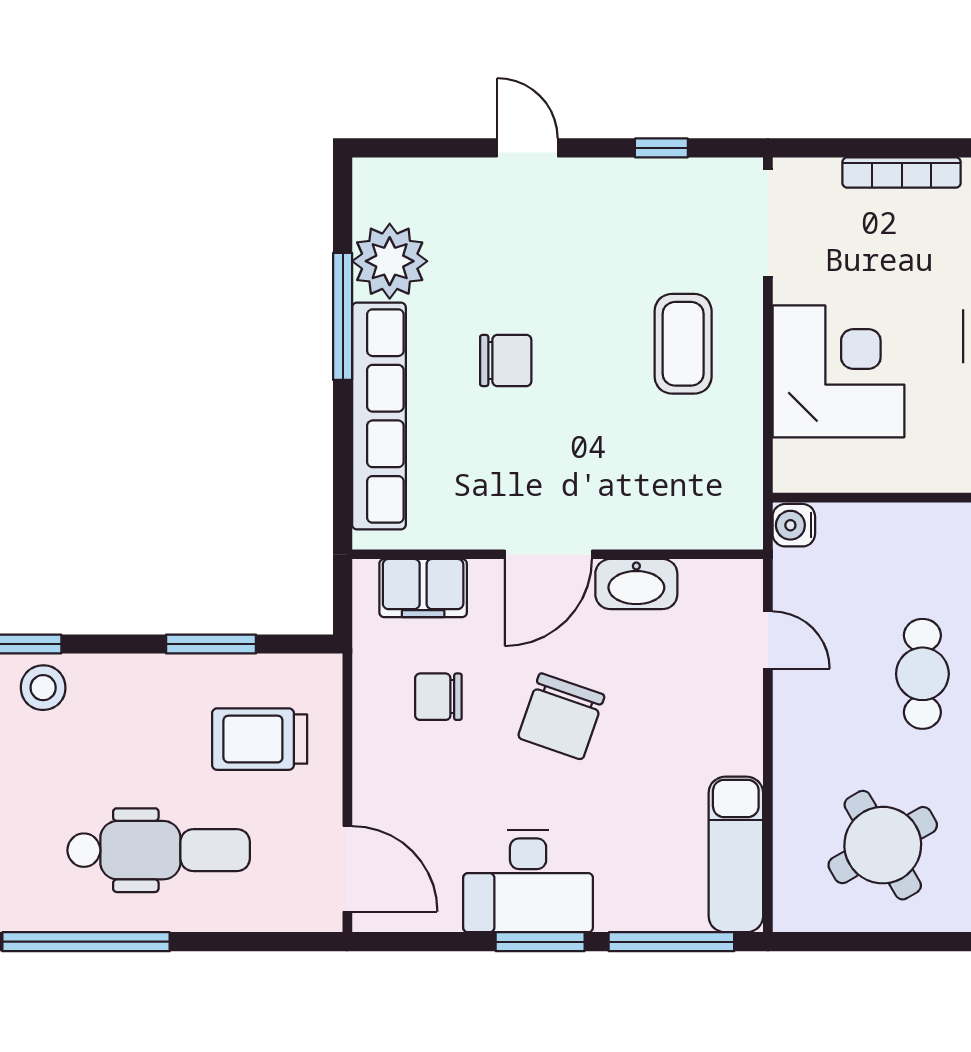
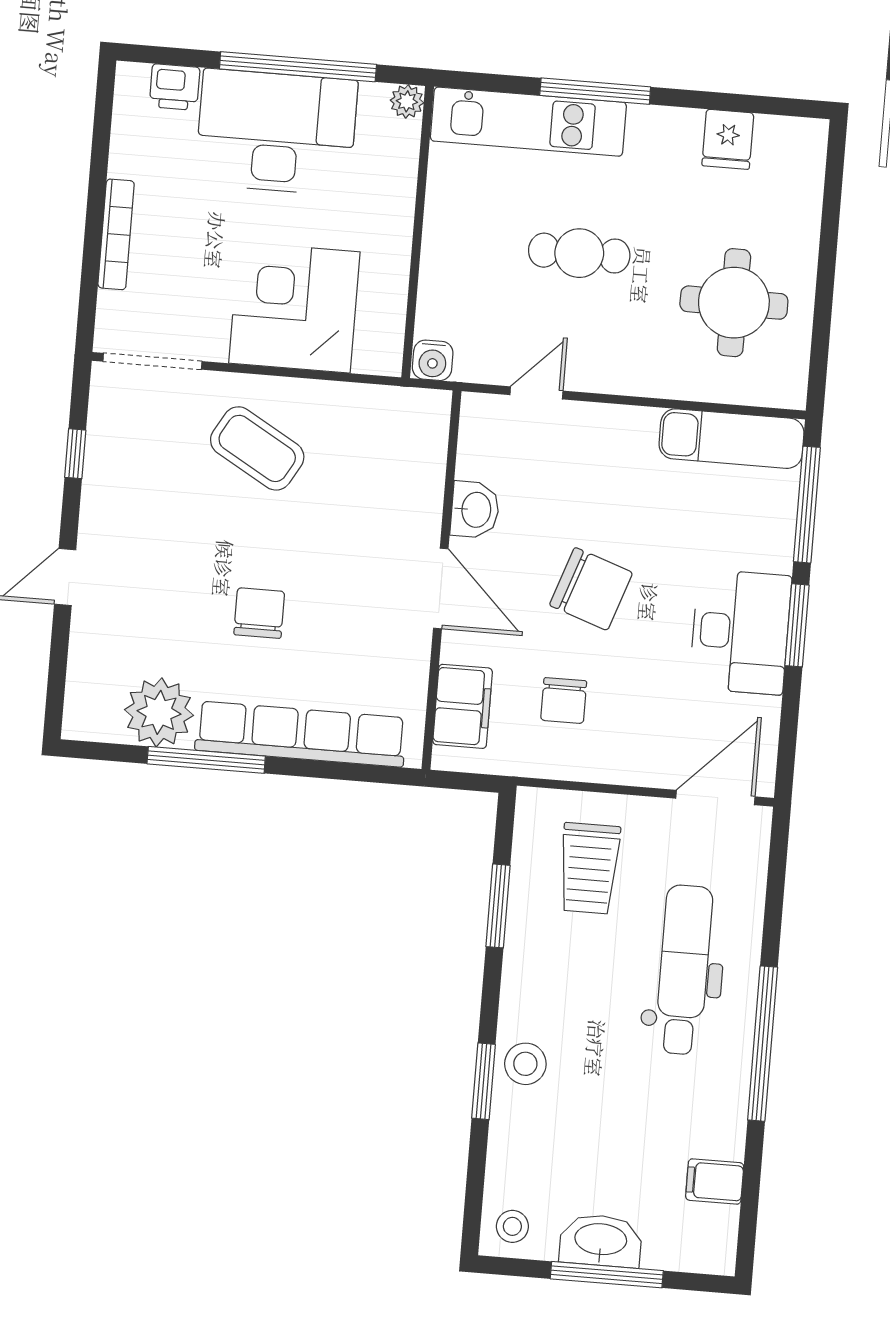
coffee table: (683, 344) -> (257, 448), turned 30
washbasin: (636, 584) -> (475, 510), width x0.72
round table: (883, 845) -> (734, 303), turned 30

